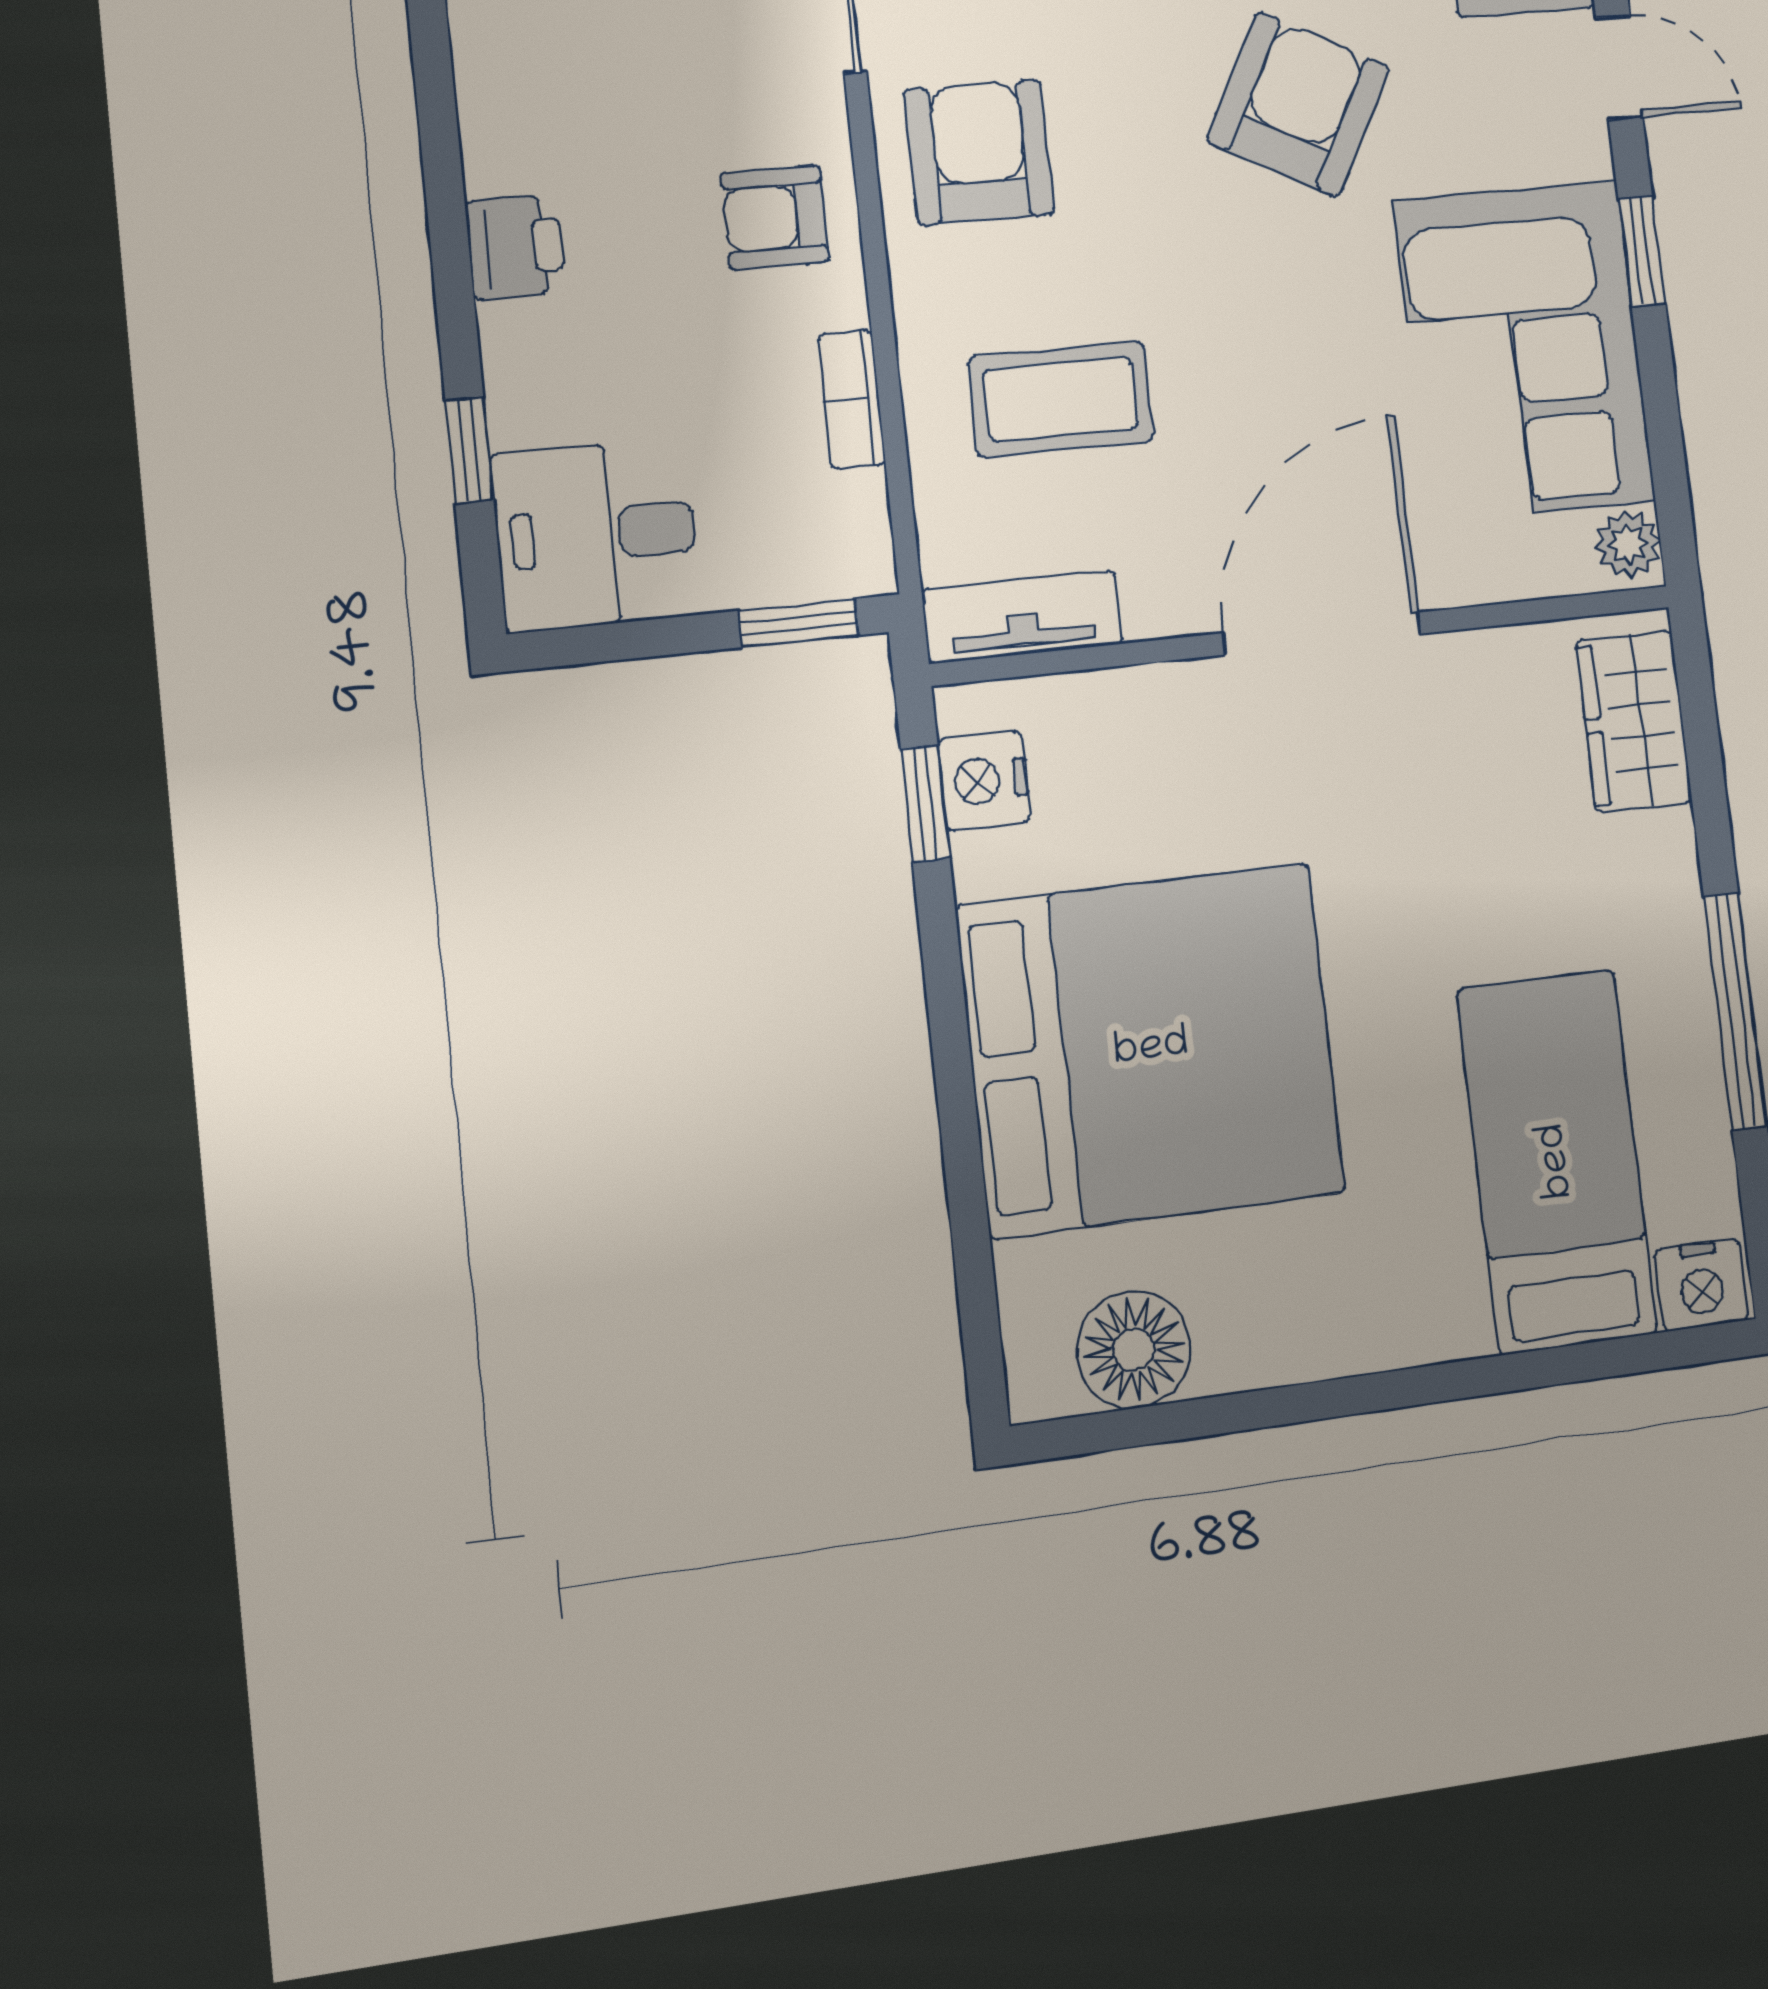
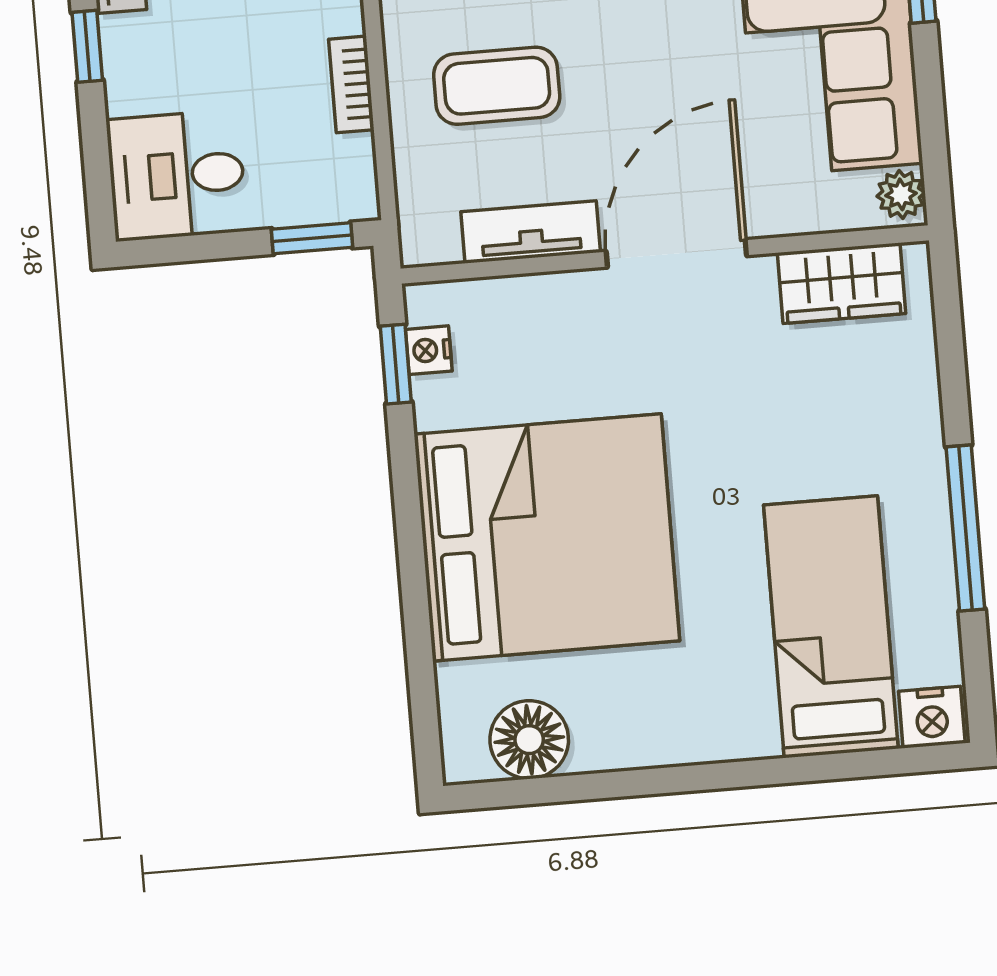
window: (469, 450) -> (87, 46), moved
tv unit: (1022, 617) -> (531, 232), moved
wardrobe: (1634, 721) -> (842, 283), moved, turned -90
nightstand: (984, 781) -> (429, 350), width x0.72, depth x0.74

